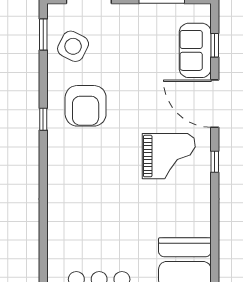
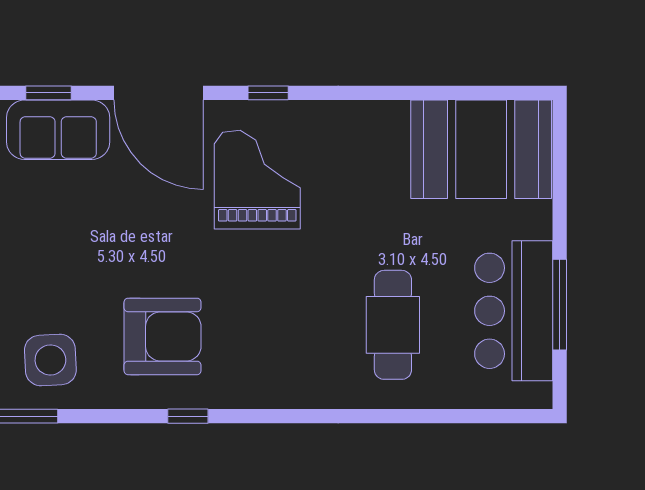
side table: (73, 46) -> (50, 360), turned -30
door: (215, 104) -> (158, 93), hinge flipped
cafe table: (92, 228) -> (393, 325), added

